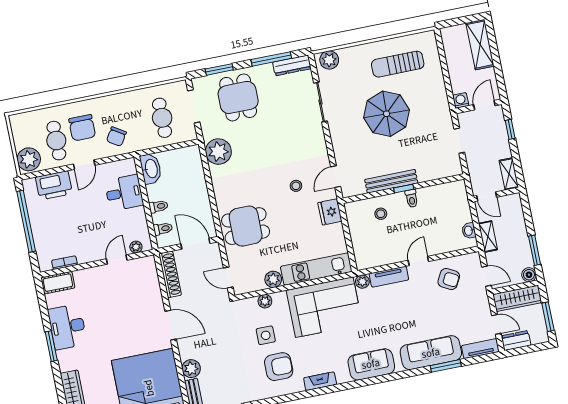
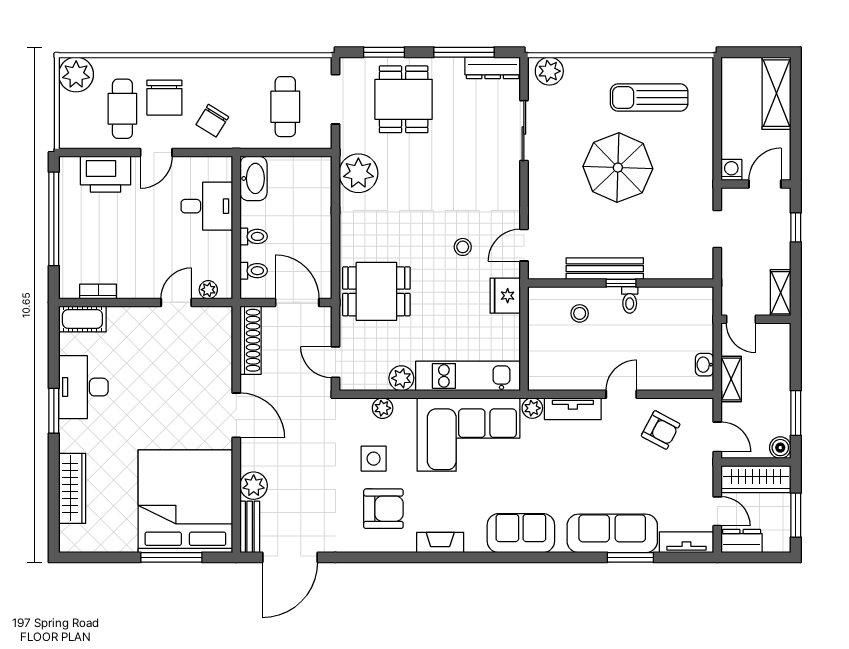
plant: (29, 159) -> (76, 75), moved

